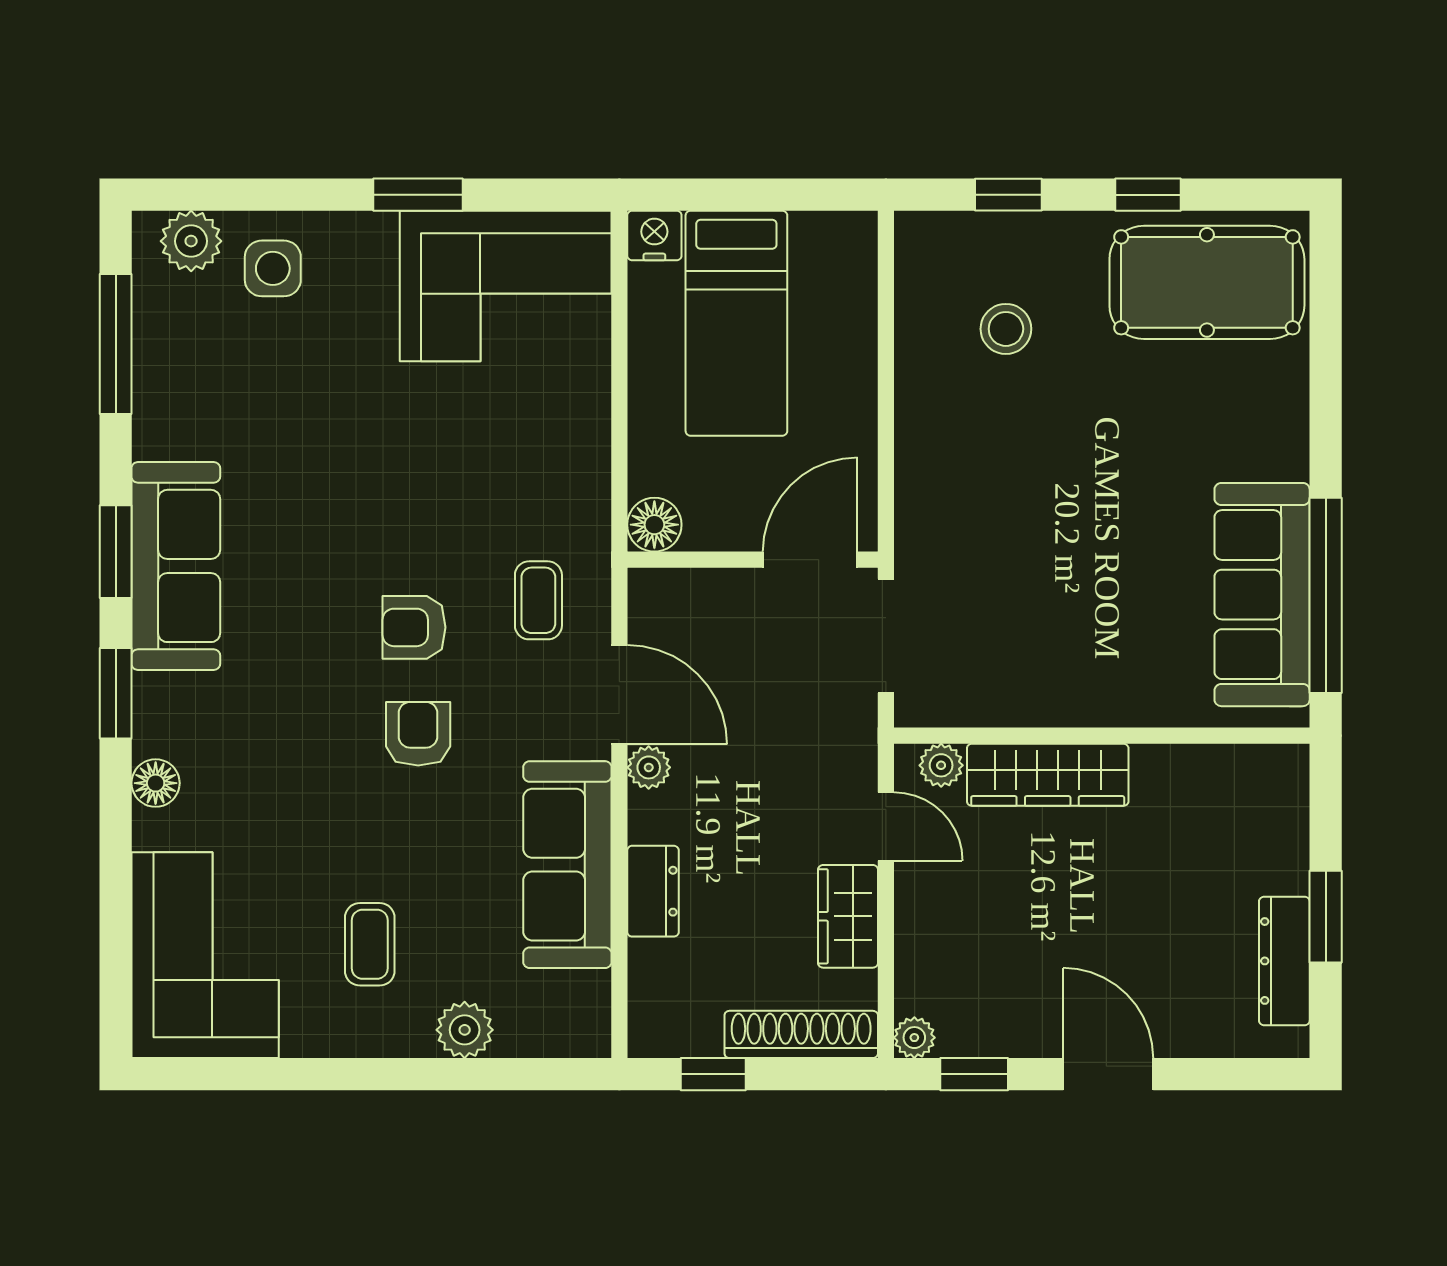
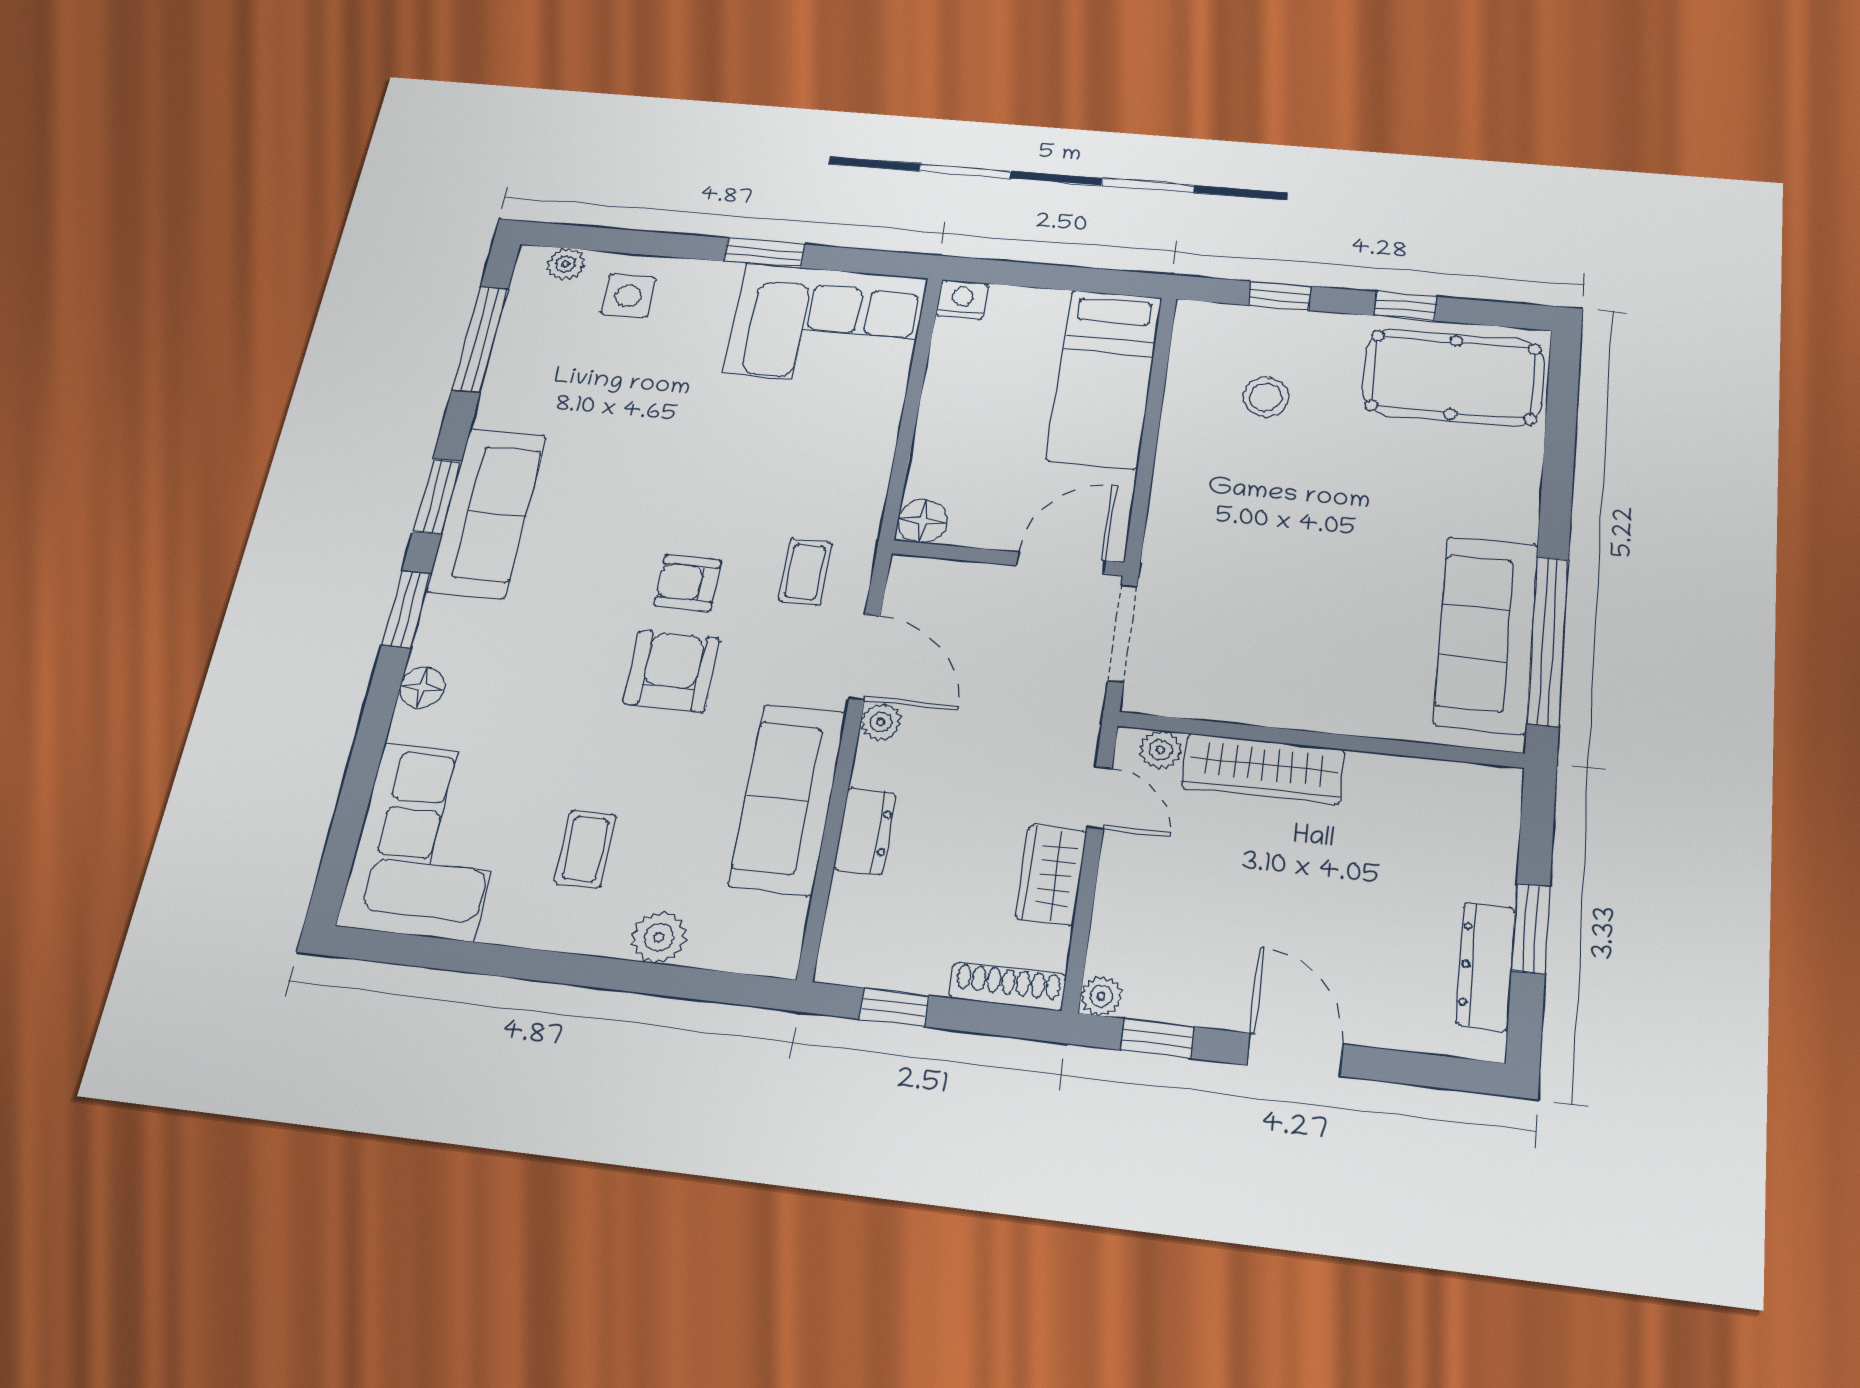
plant: (191, 241) -> (566, 264), width x0.73, depth x0.73
bed: (736, 323) -> (1105, 378), moved
armchair: (418, 734) -> (672, 671), width x1.38, depth x1.38
shoe rack: (801, 1034) -> (1008, 986), width x0.74, depth x0.81

